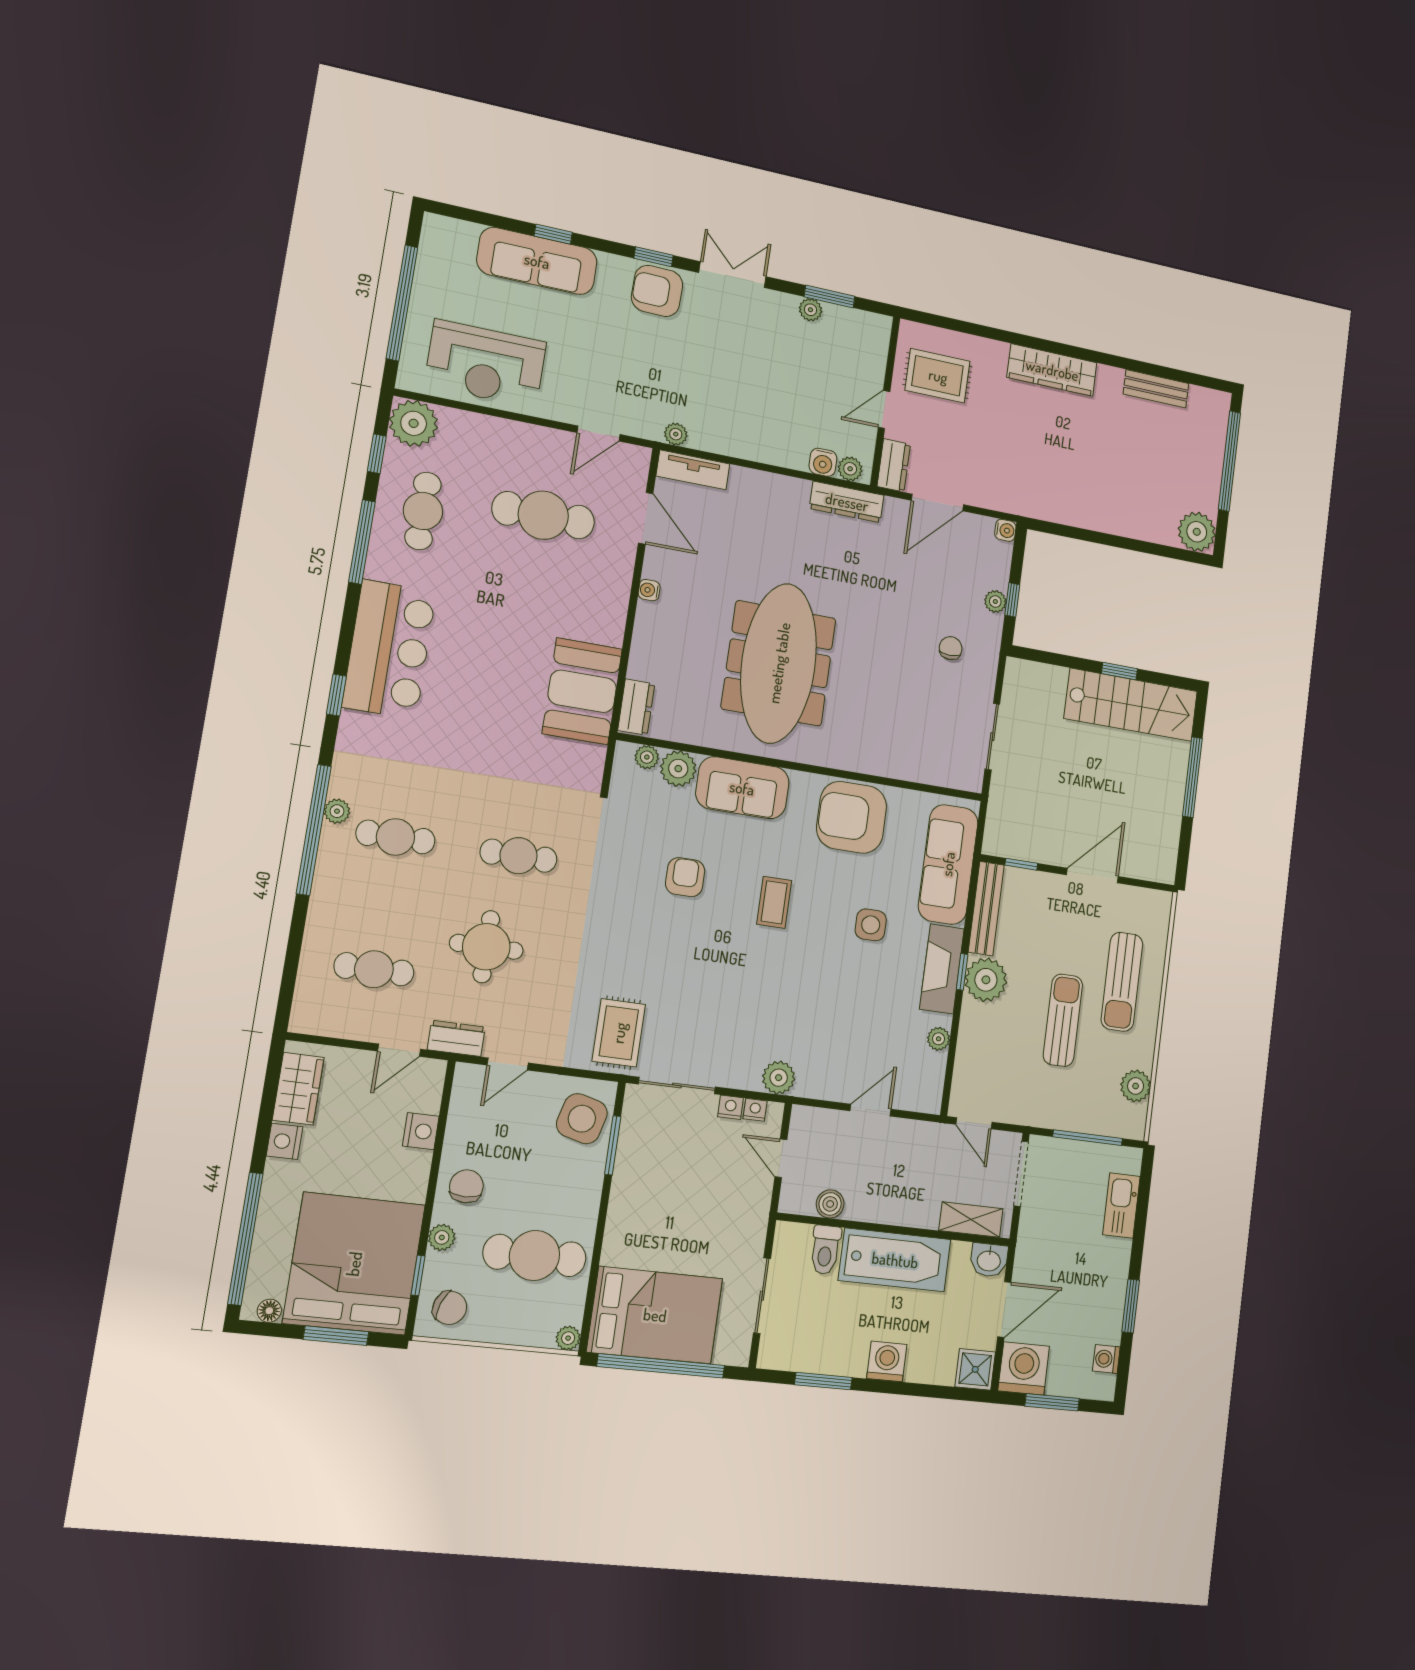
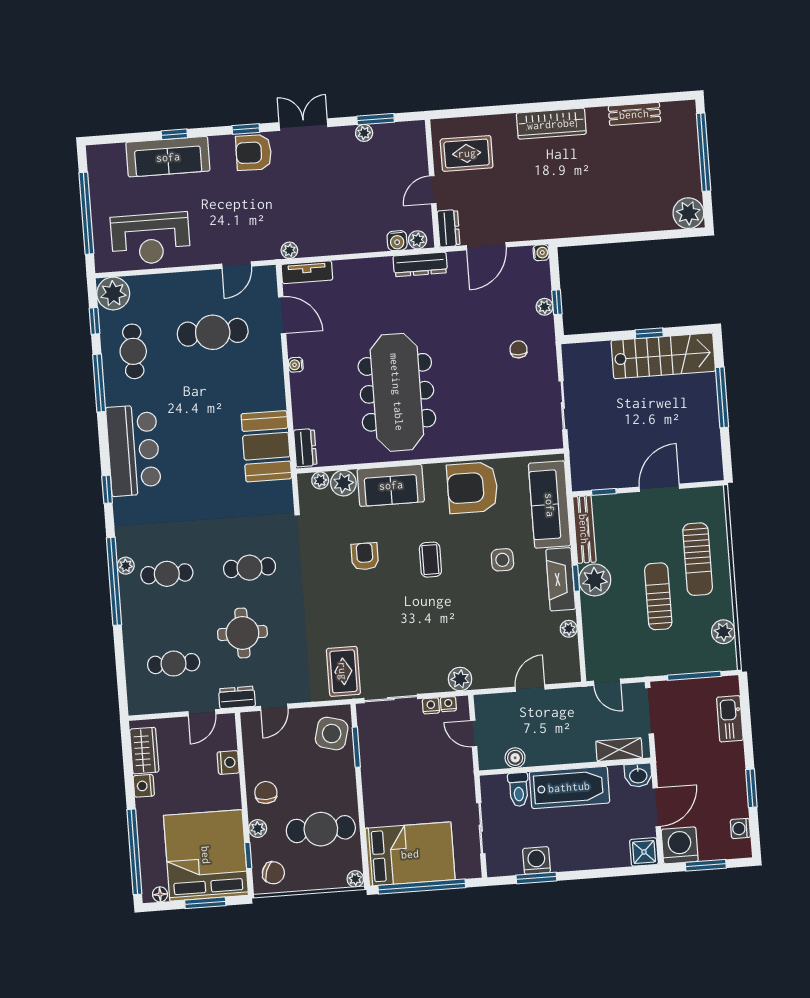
washing machine: (887, 1361) -> (537, 861), moved

